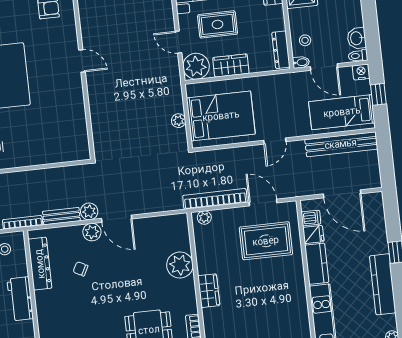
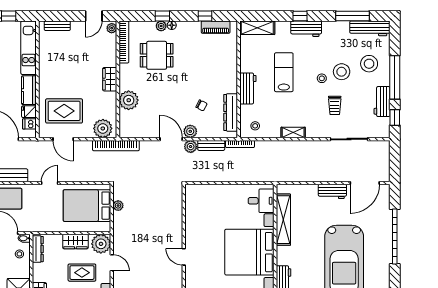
bookcase: (215, 199) -> (116, 146), moved
plant: (204, 218) -> (103, 128), width x1.87, depth x1.87

